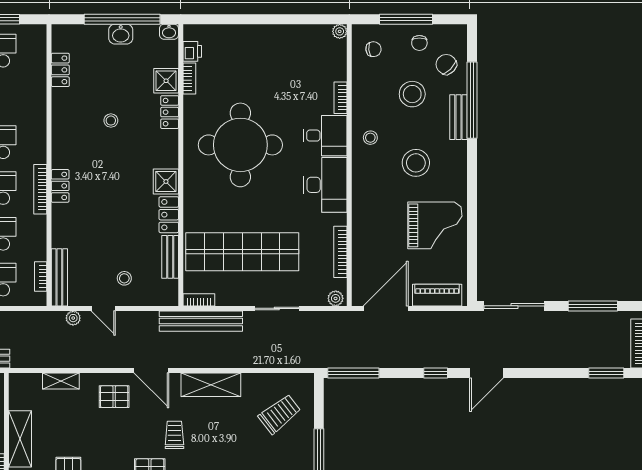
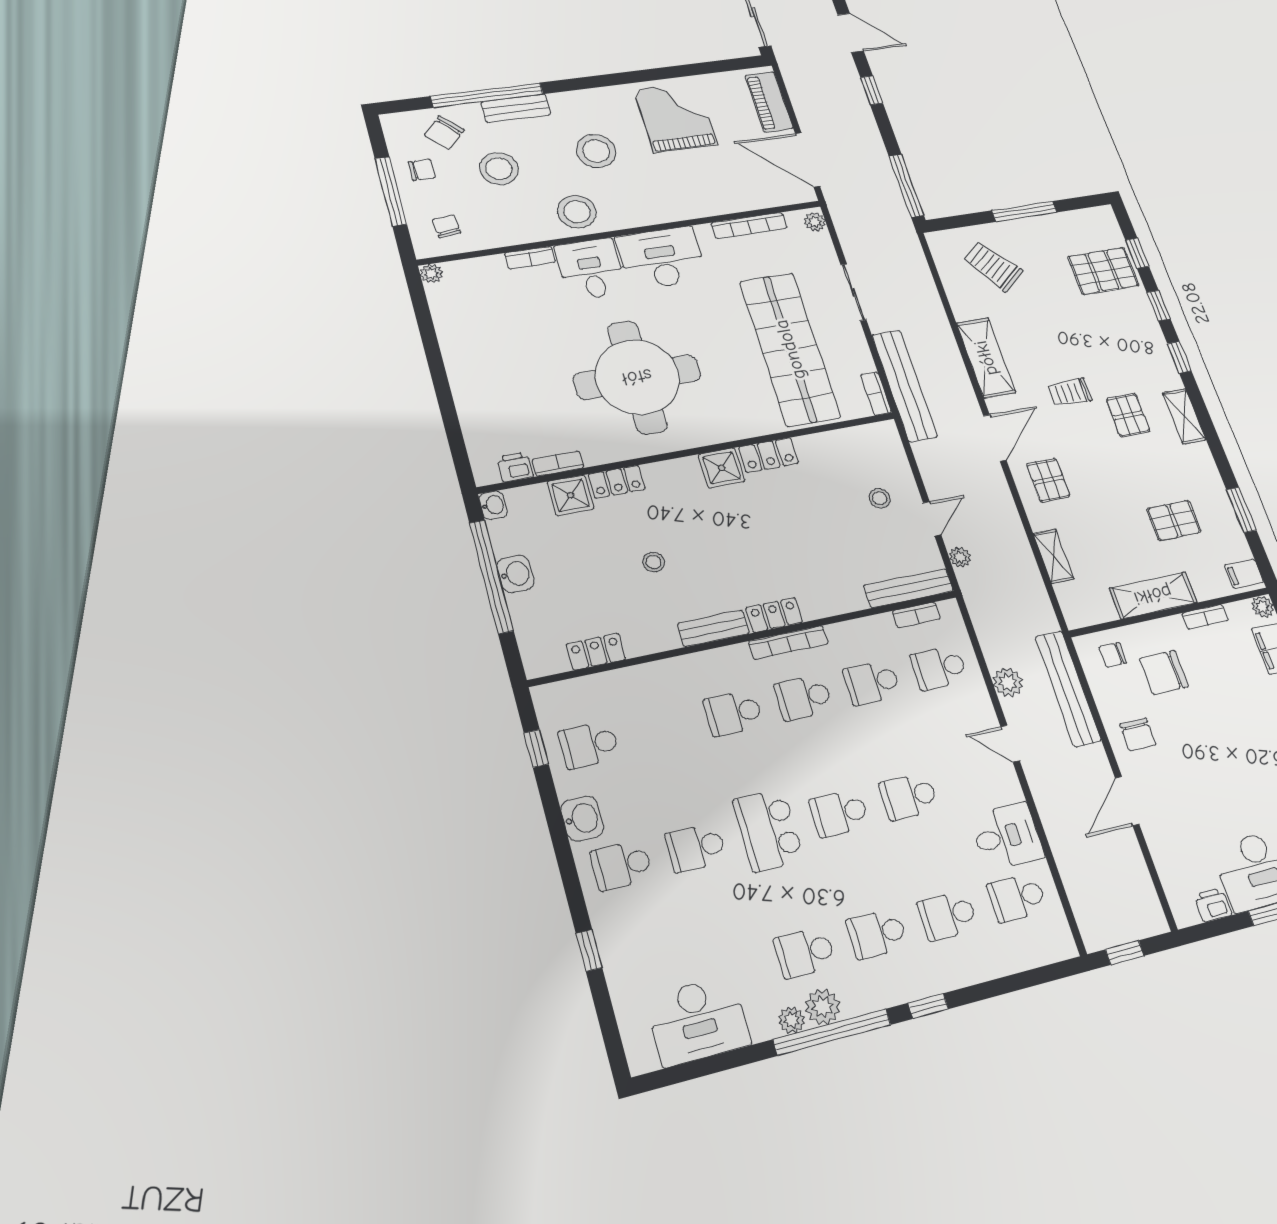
stool: (370, 138) -> (577, 212), width x1.89, depth x1.89
bench: (170, 257) -> (713, 628), moved

